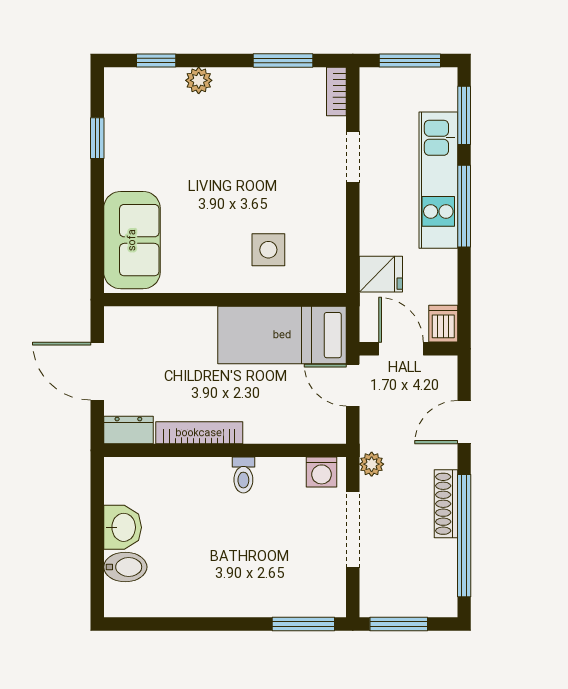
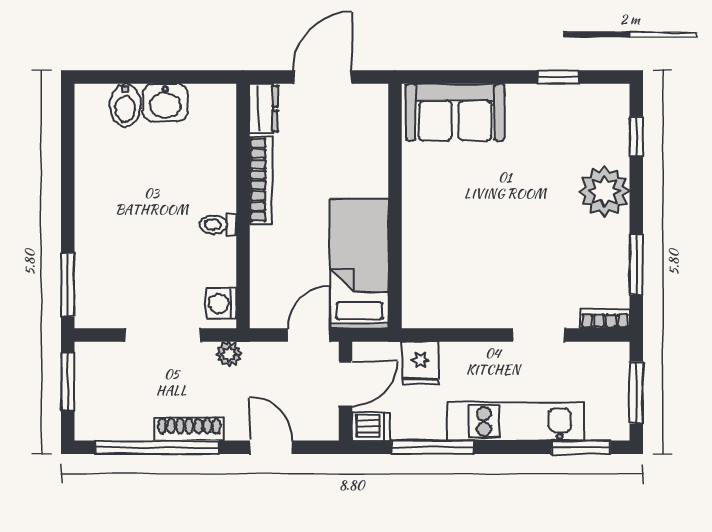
plant: (199, 80) -> (604, 191), width x1.88, depth x1.88
window: (464, 206) -> (433, 447), moved
side table: (268, 250) -> (445, 250), removed

